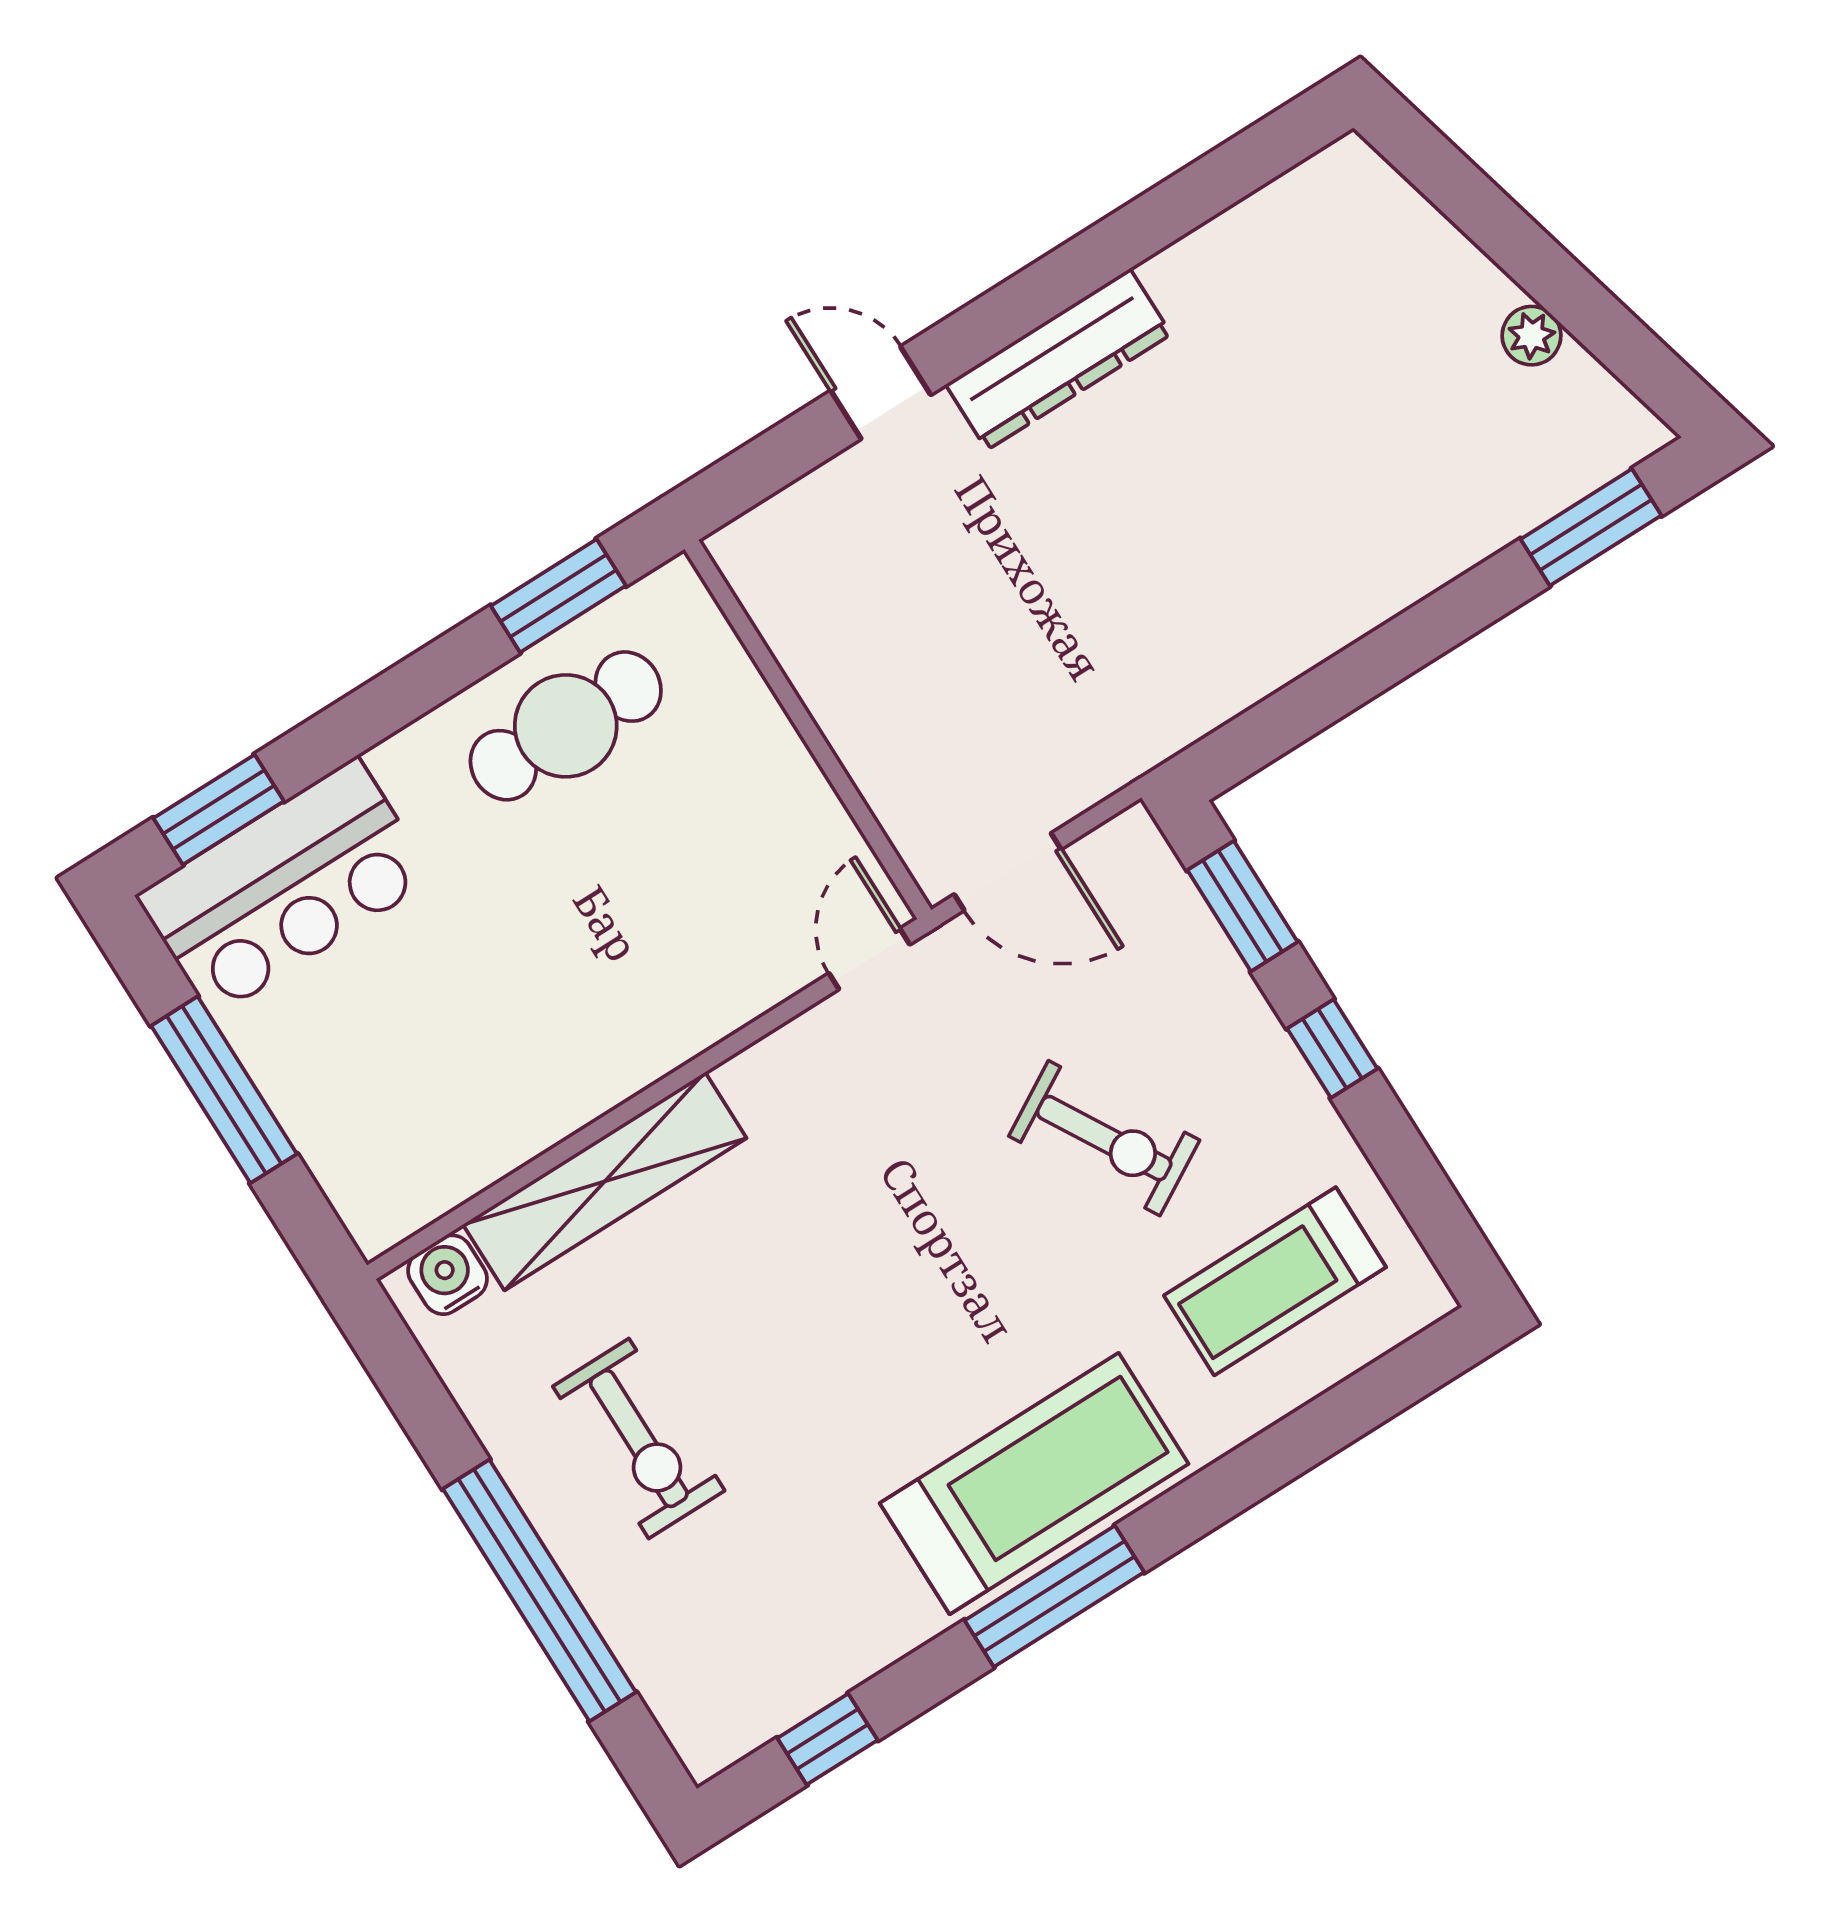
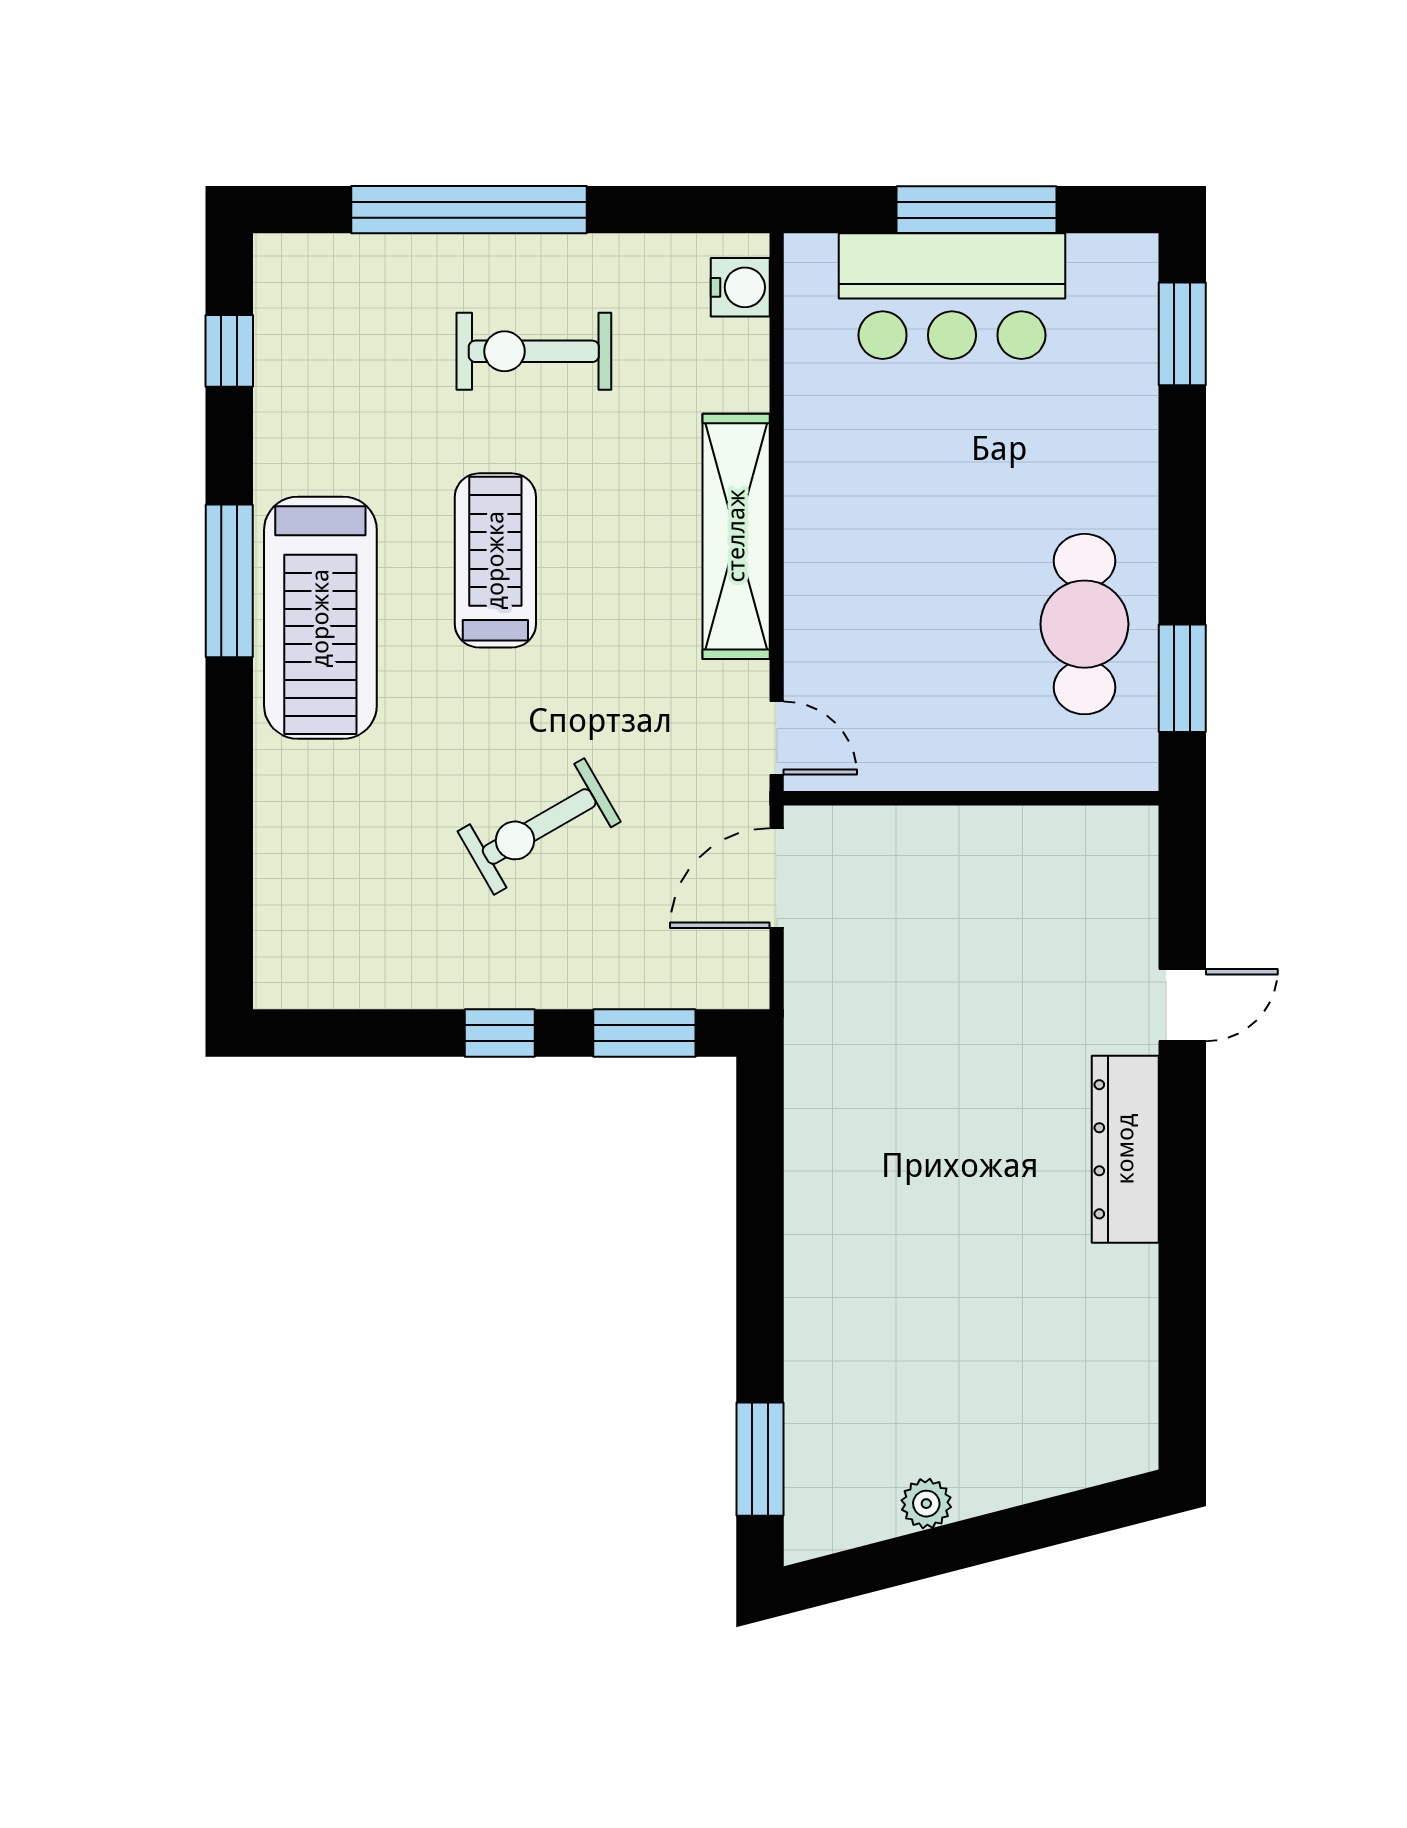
bar counter: (285, 887) -> (952, 296), moved, turned -90
shelving: (605, 1181) -> (736, 536), moved
treadmill: (1275, 1281) -> (495, 560), moved

